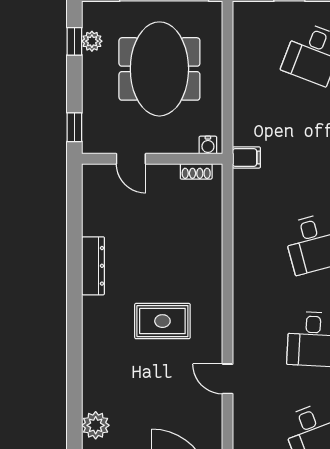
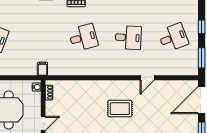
rug: (162, 321) -> (120, 109), turned 90

